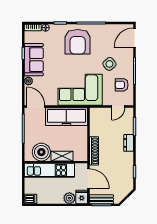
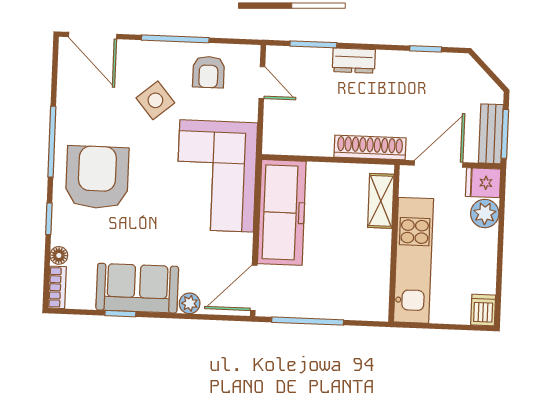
armchair: (78, 42) -> (97, 177), turned -90
boiler: (41, 152) -> (368, 278), removed
shelving: (62, 156) -> (381, 201), moved

